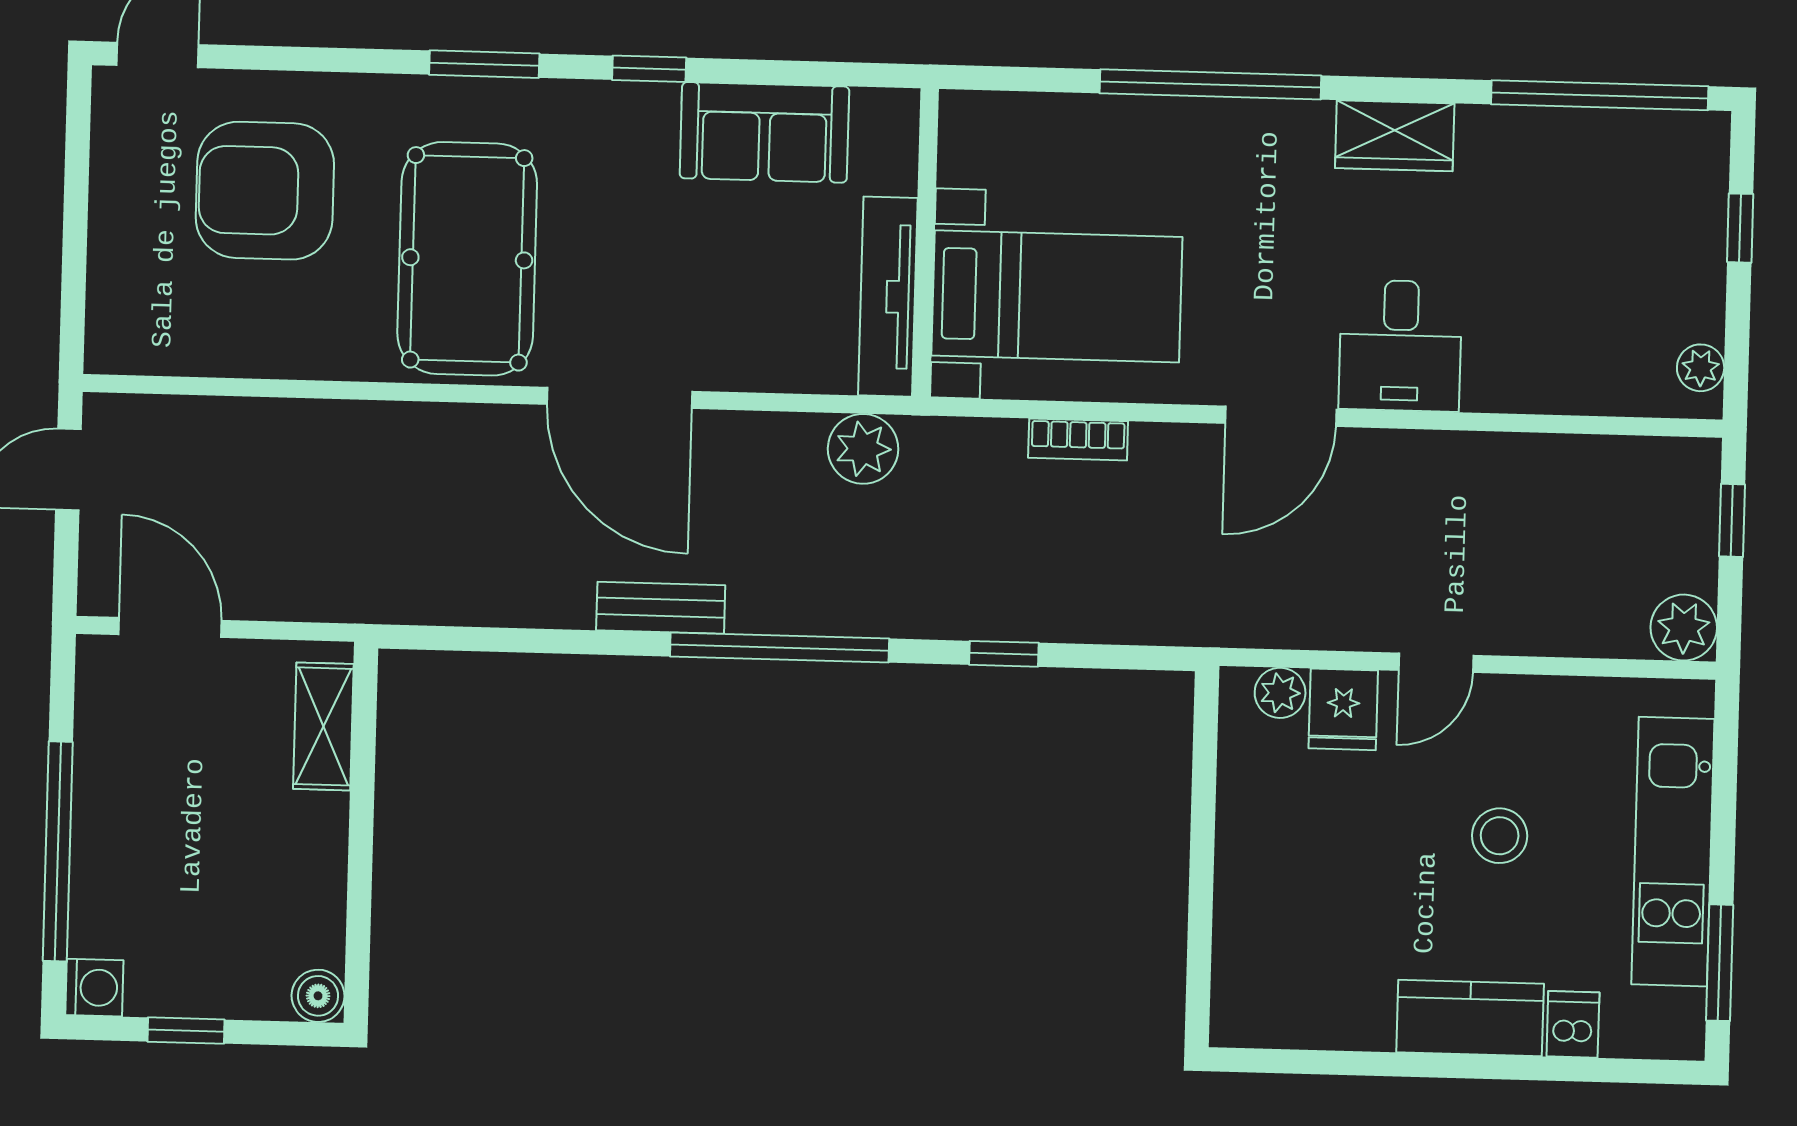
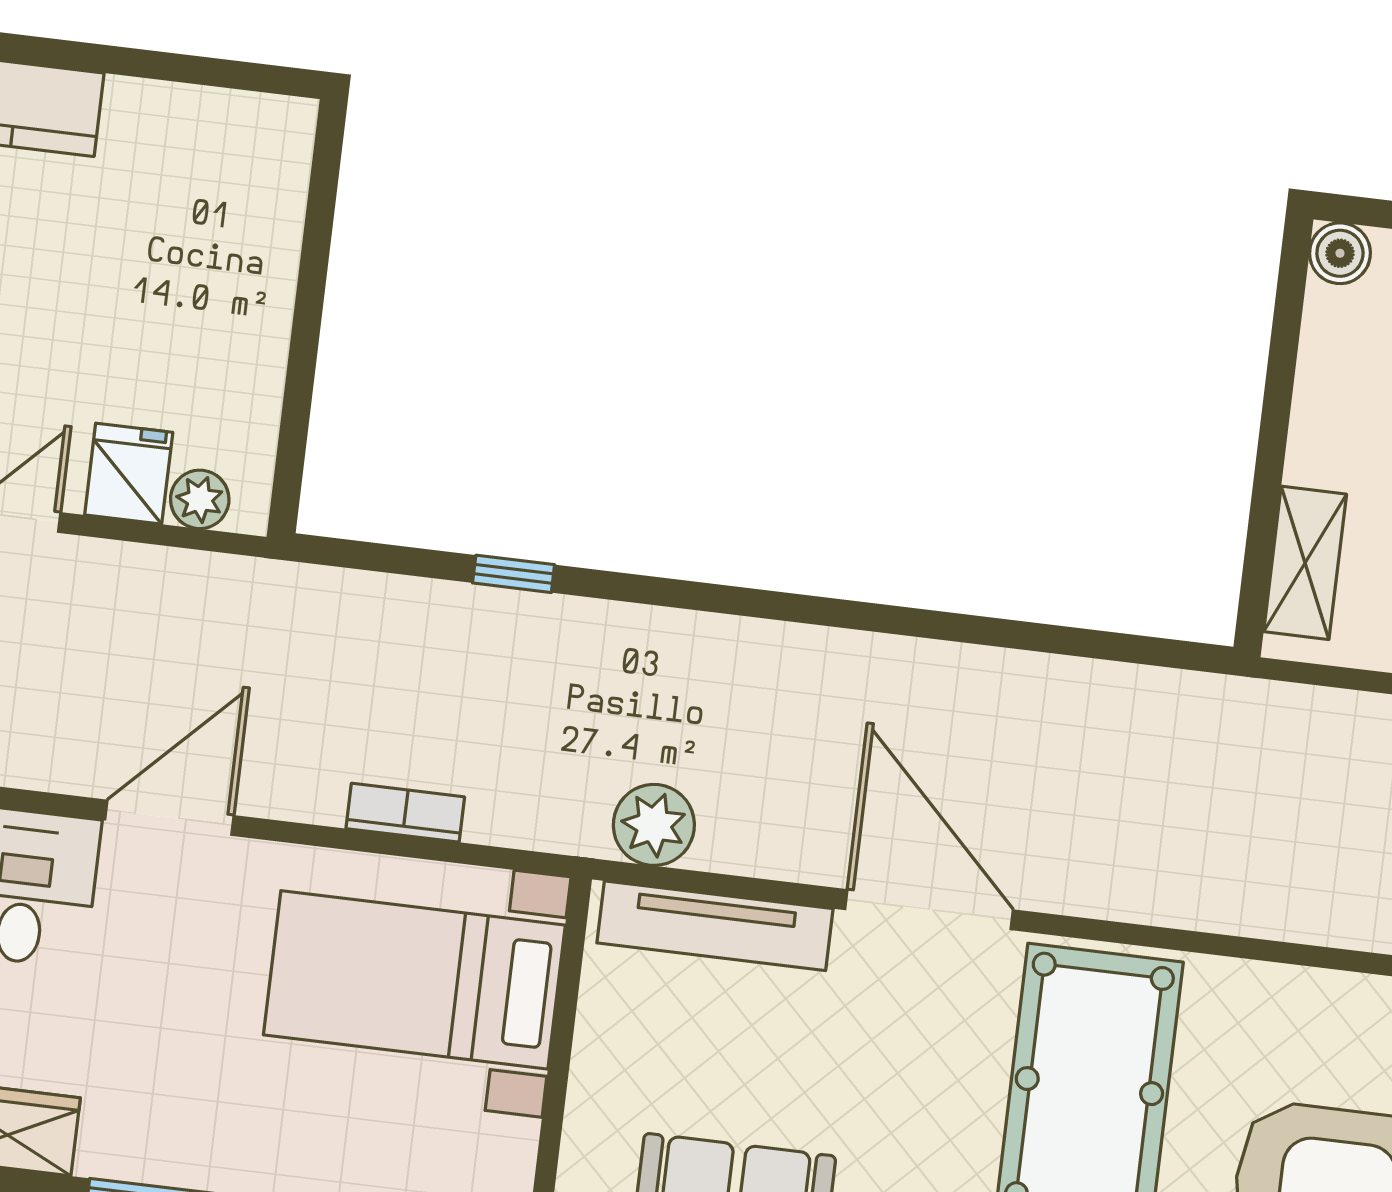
tv unit: (888, 297) -> (715, 926), moved, turned 90
bench: (661, 608) -> (904, 664), removed
window: (780, 648) -> (771, 605), removed

